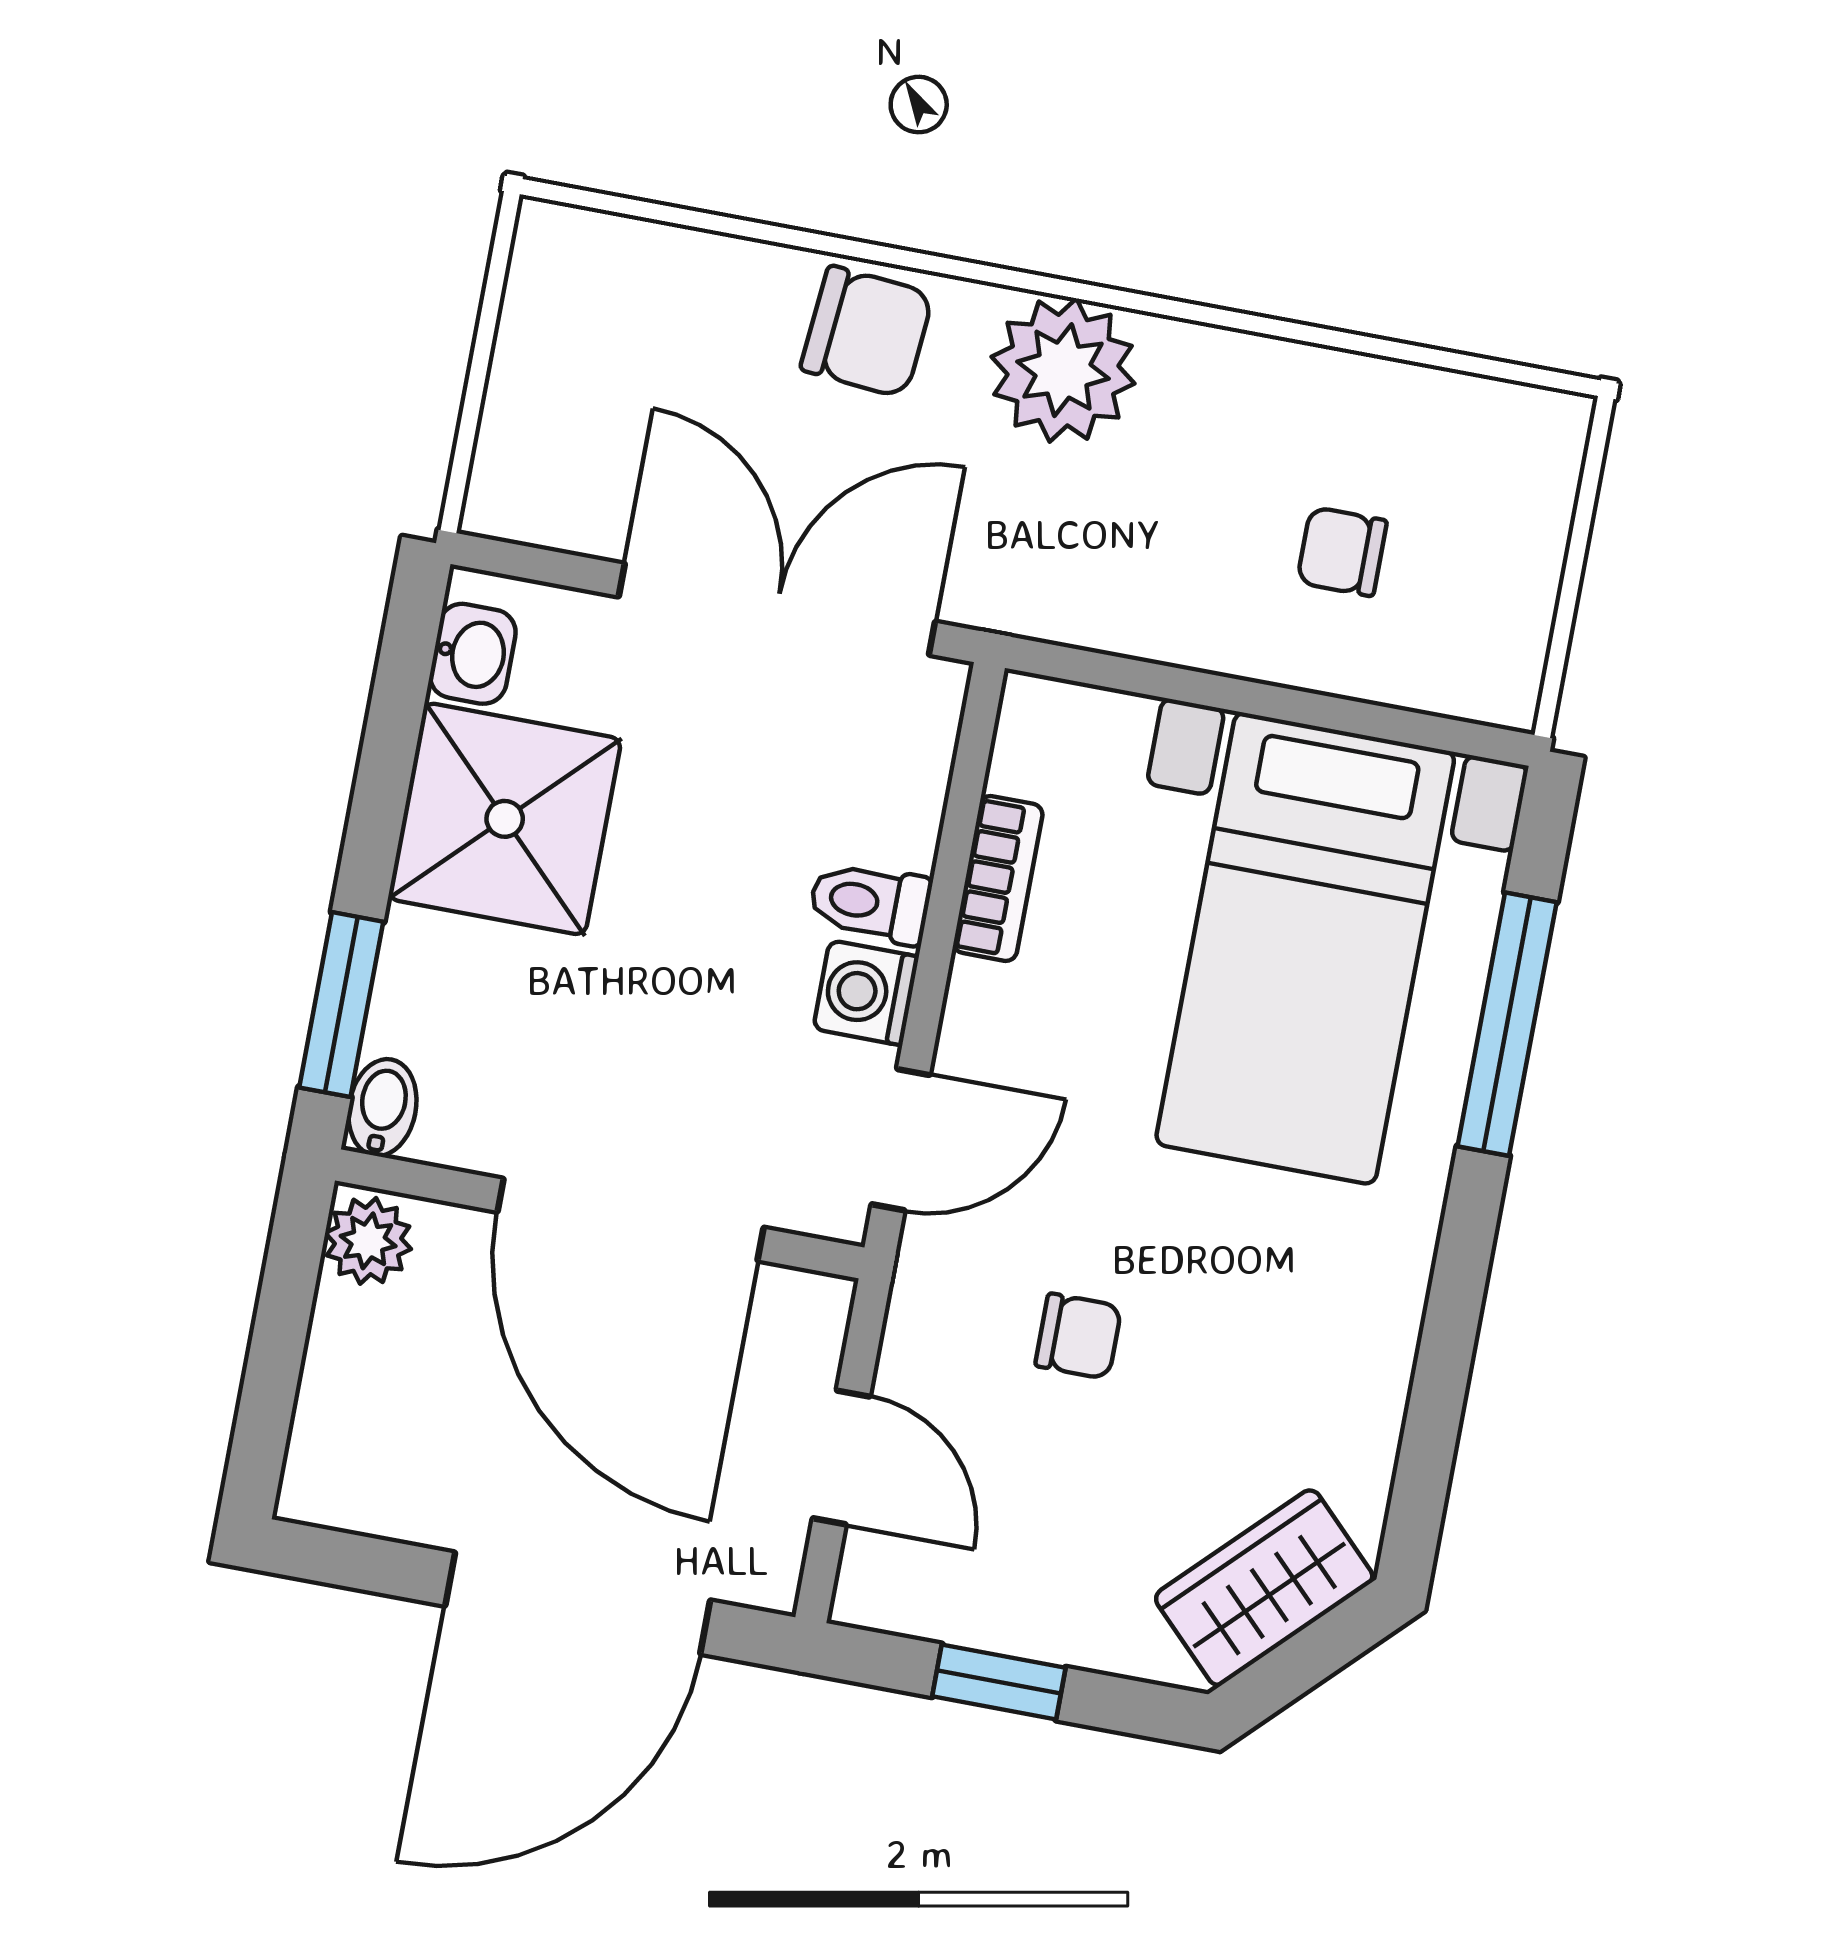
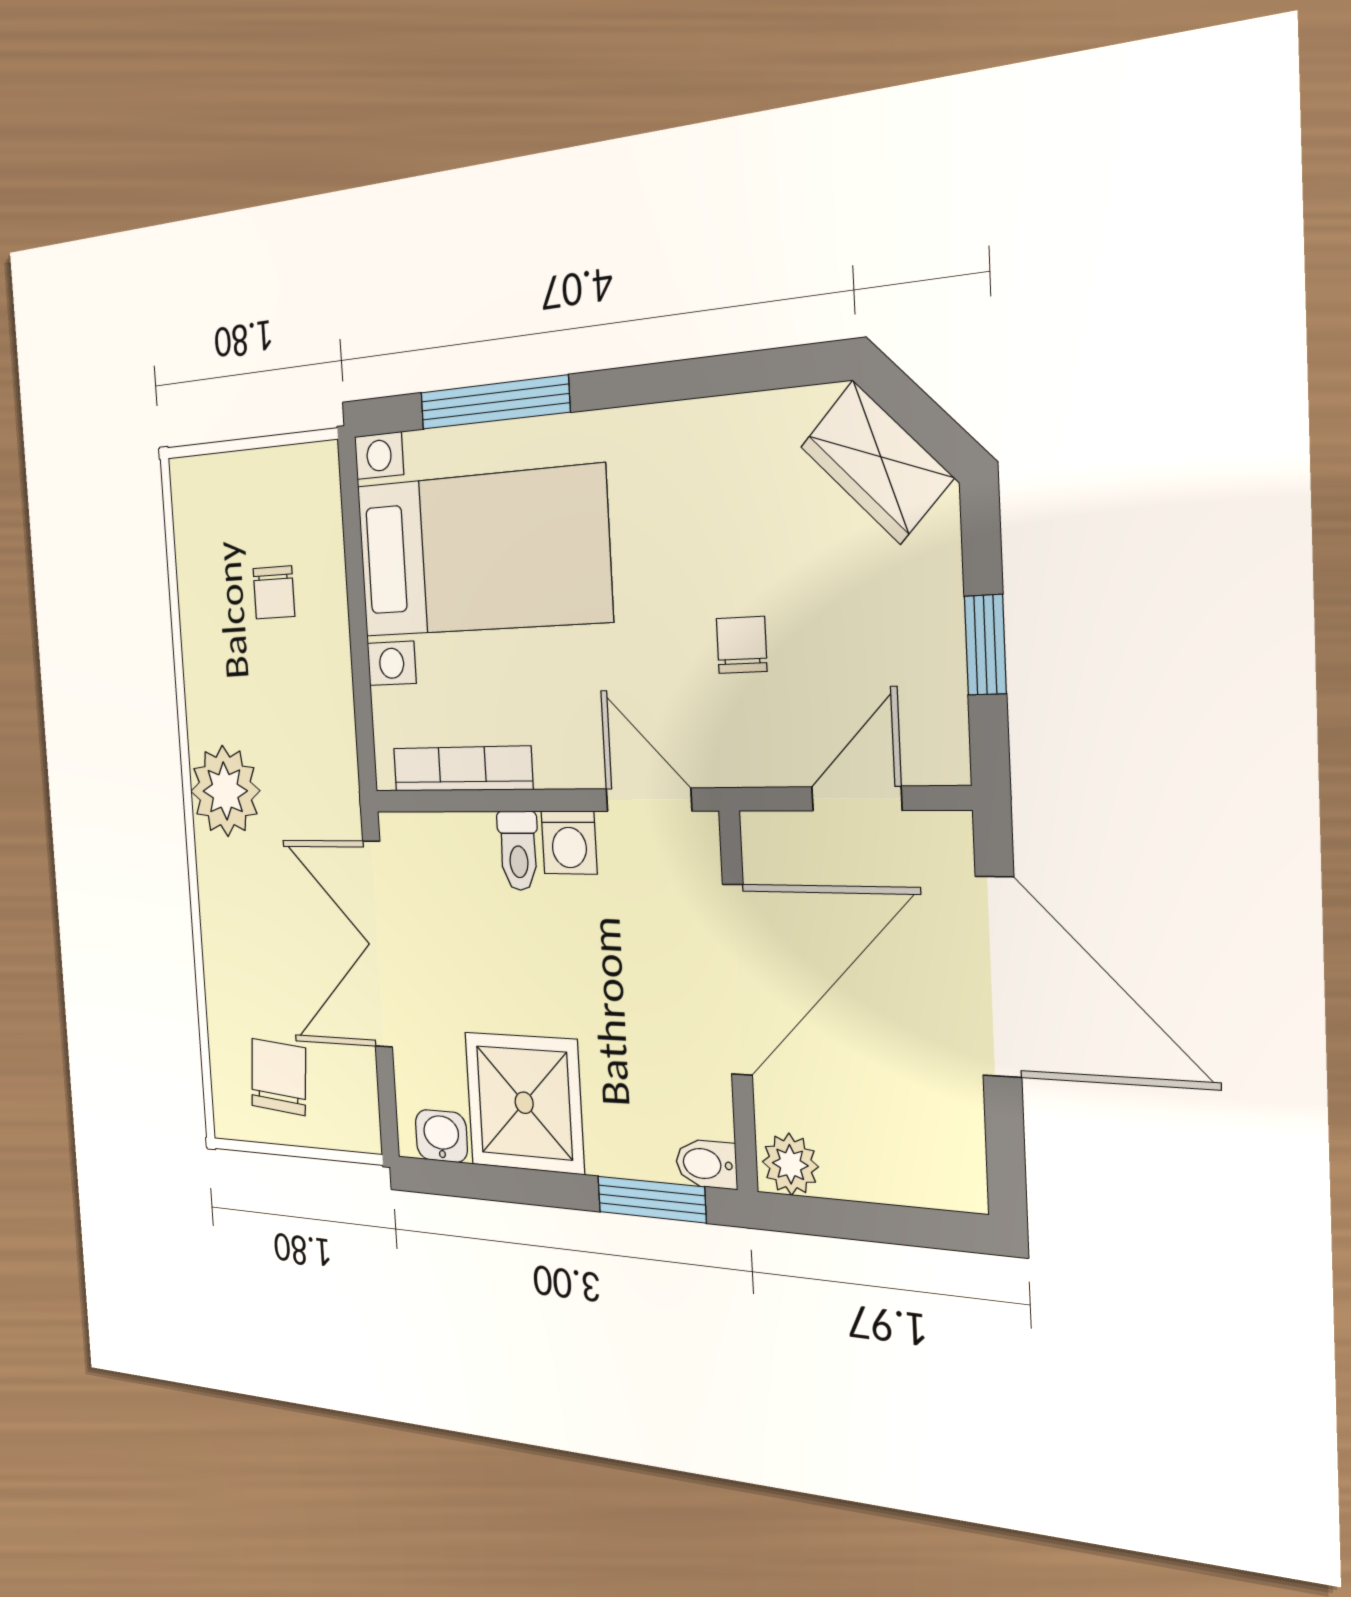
chair: (867, 332) -> (279, 1077), moved
bookcase: (998, 878) -> (462, 769), width x1.56

